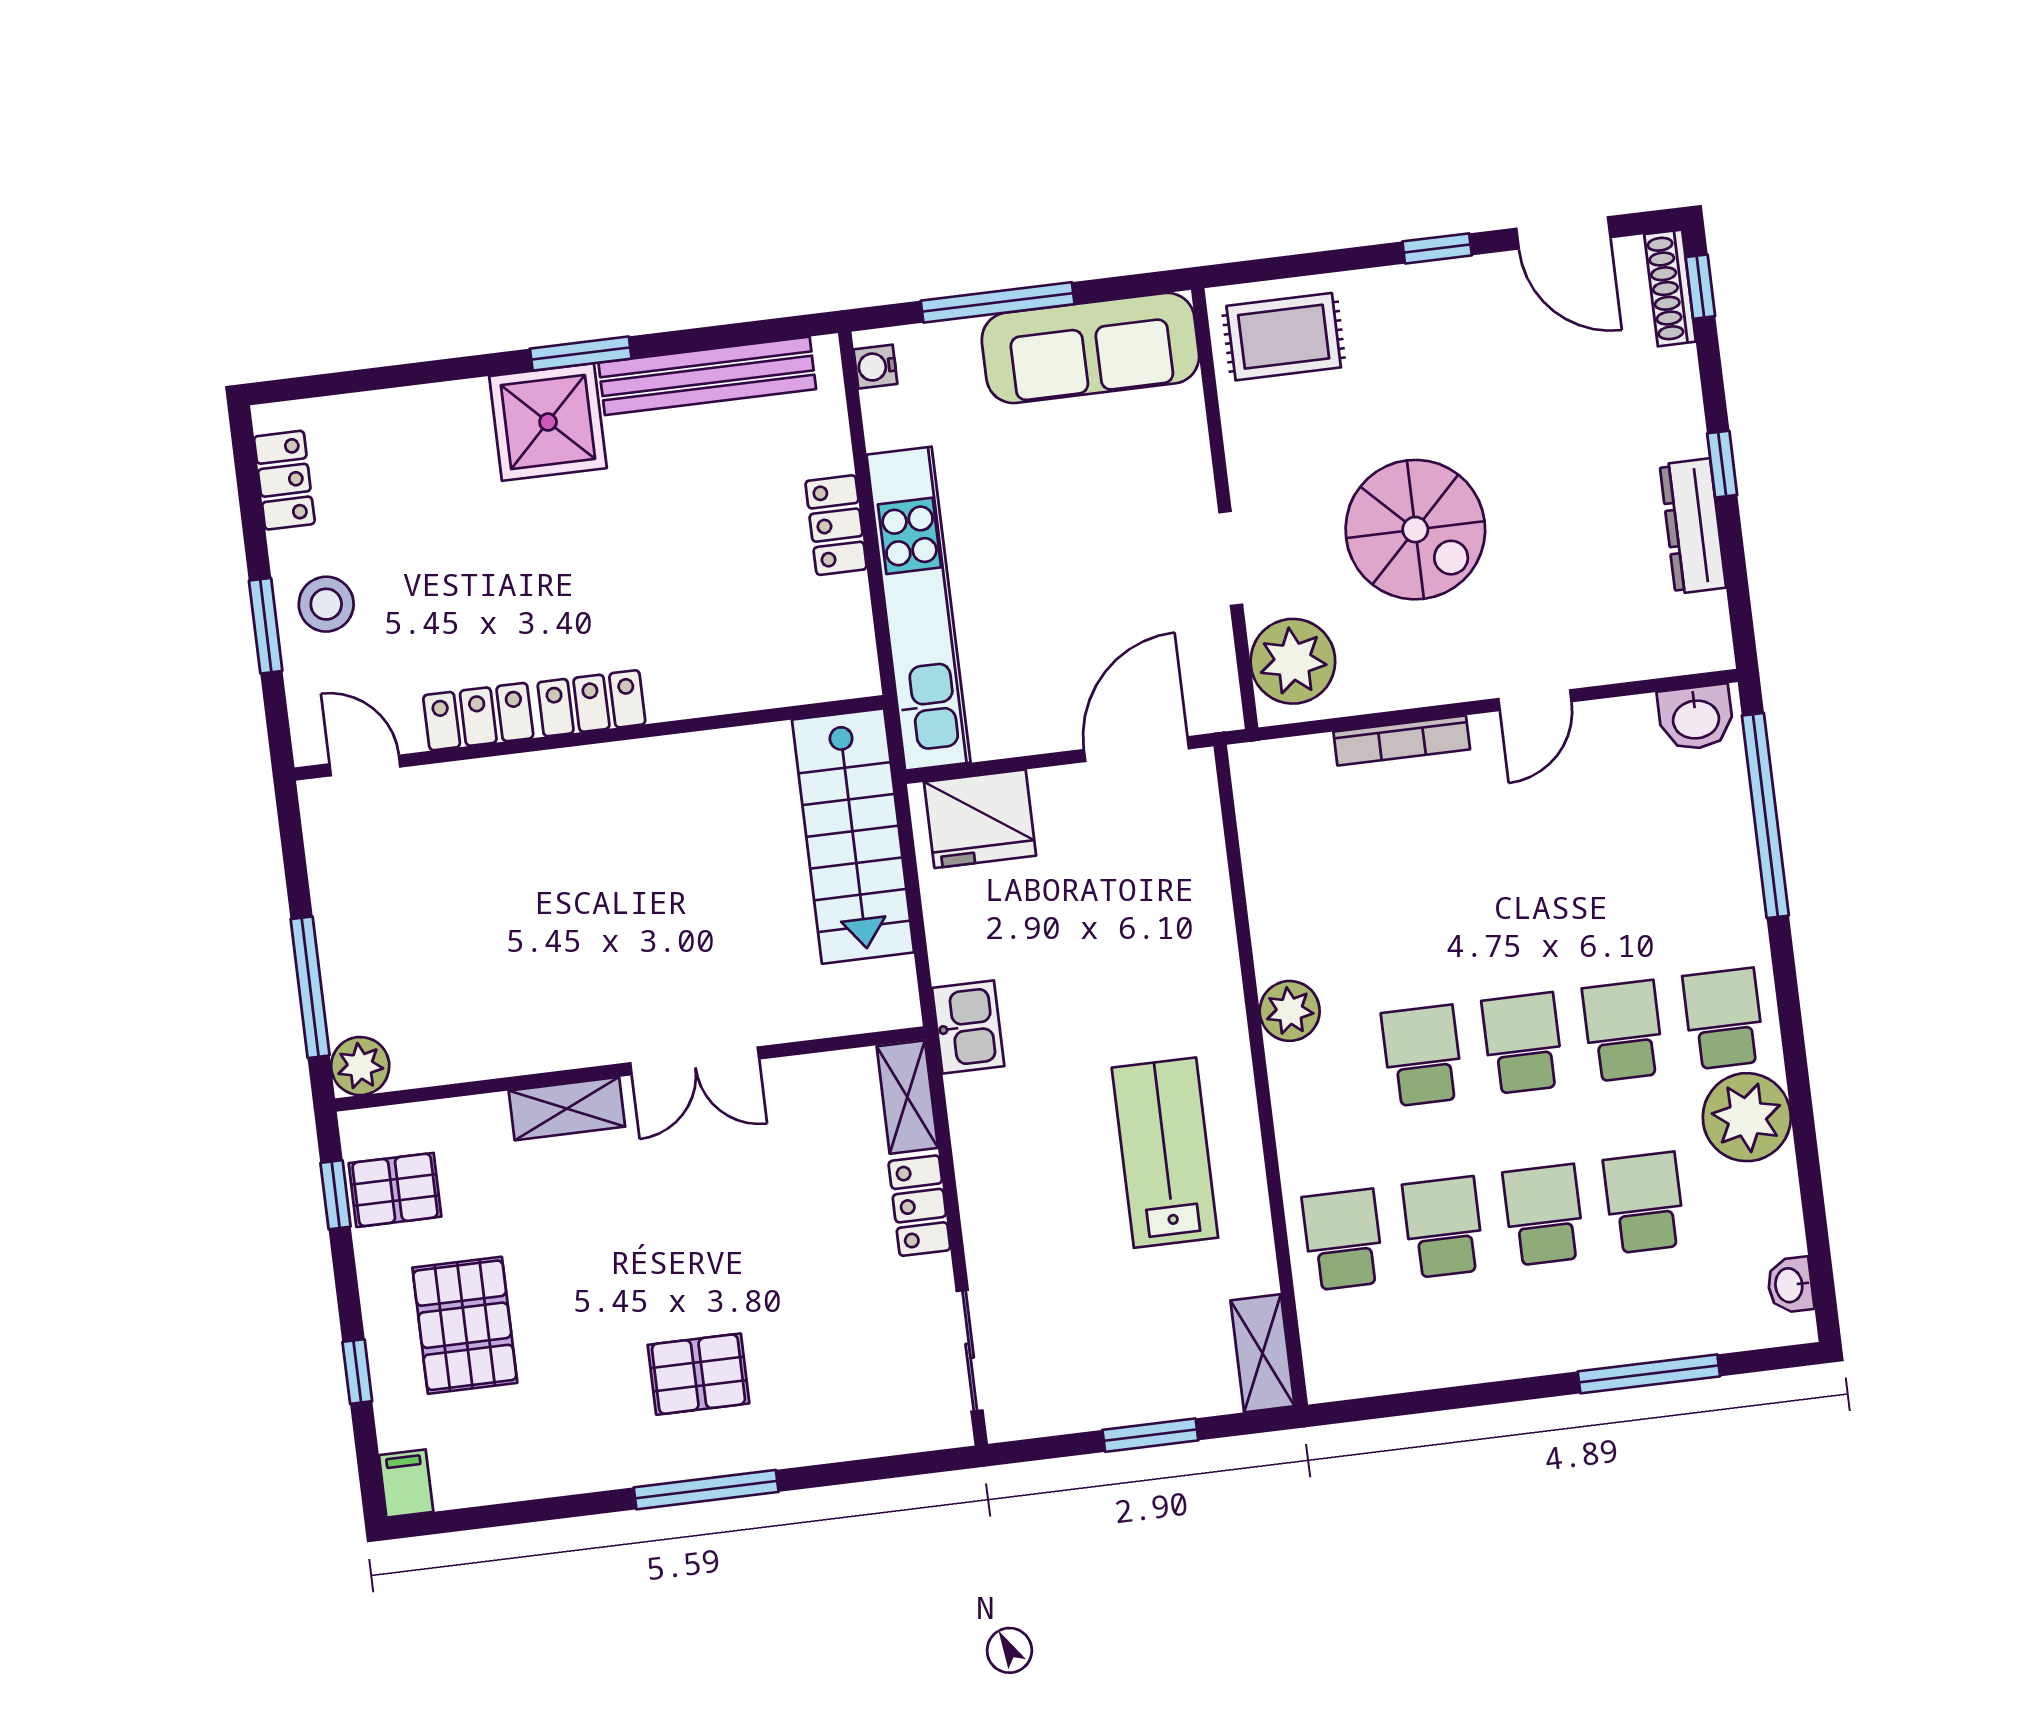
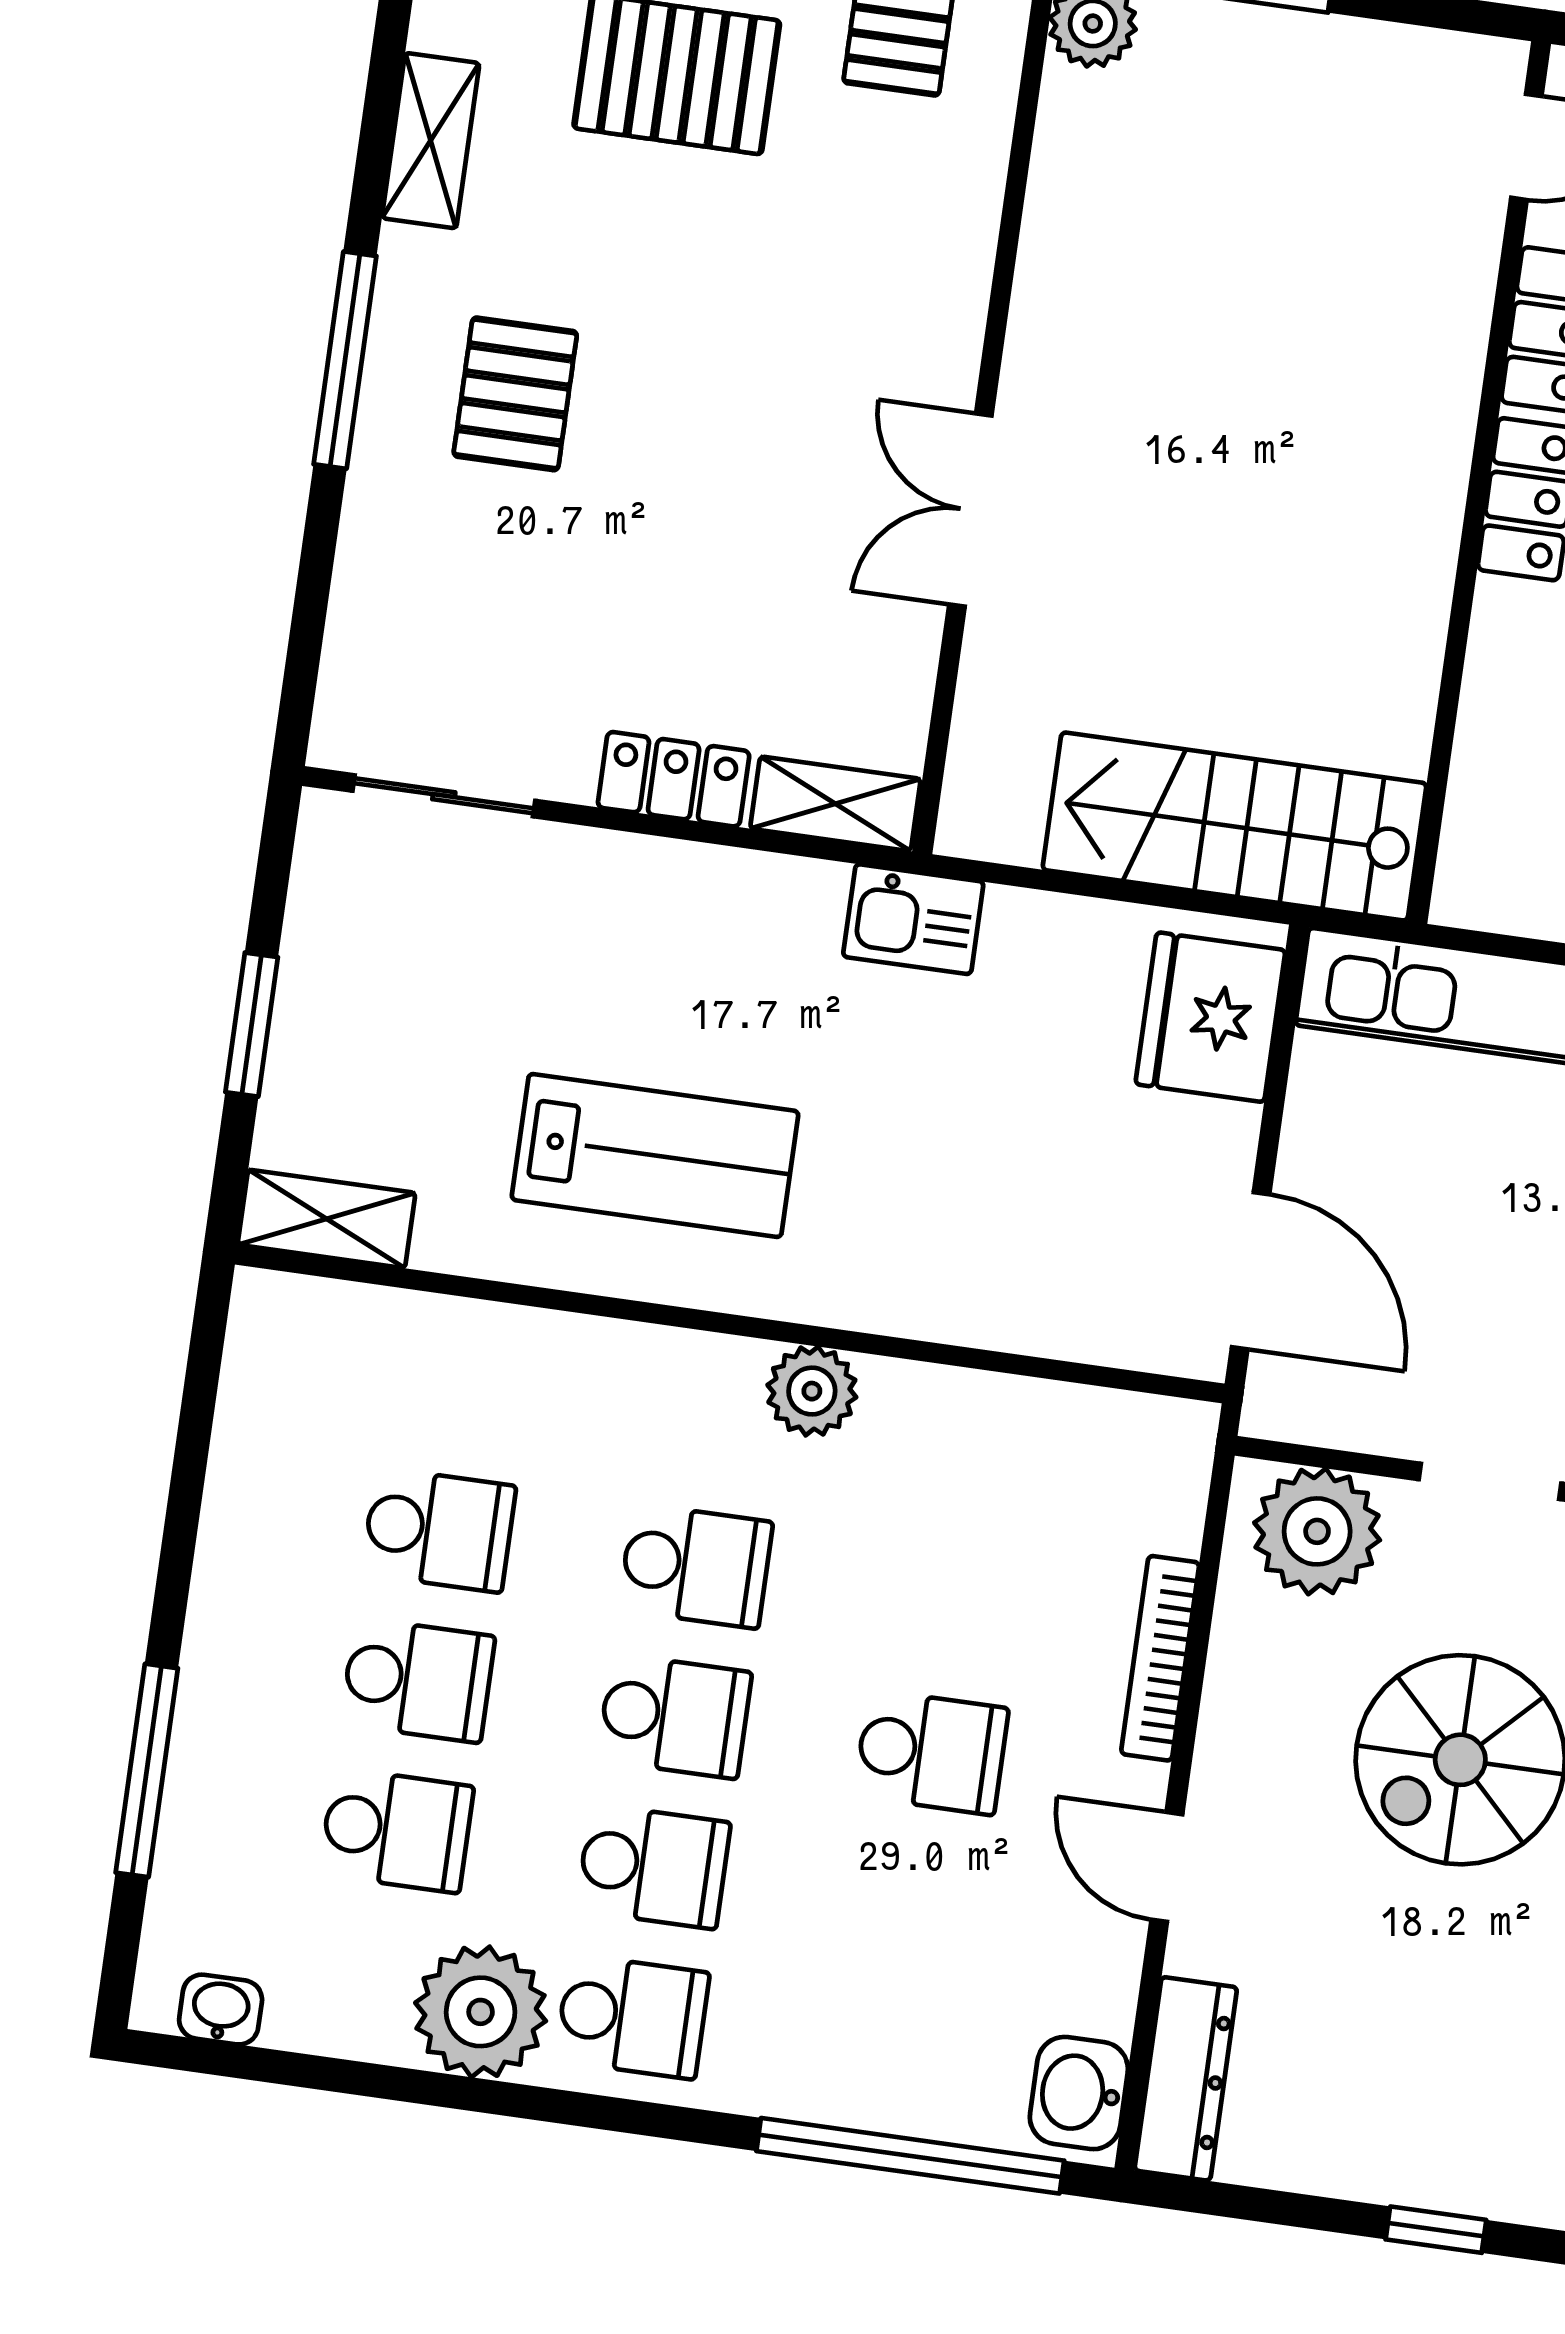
dresser: (1693, 526) -> (1186, 2079), moved, turned 90
shelving: (567, 1109) -> (431, 141), moved
school desk: (1343, 1240) -> (931, 1752), moved

